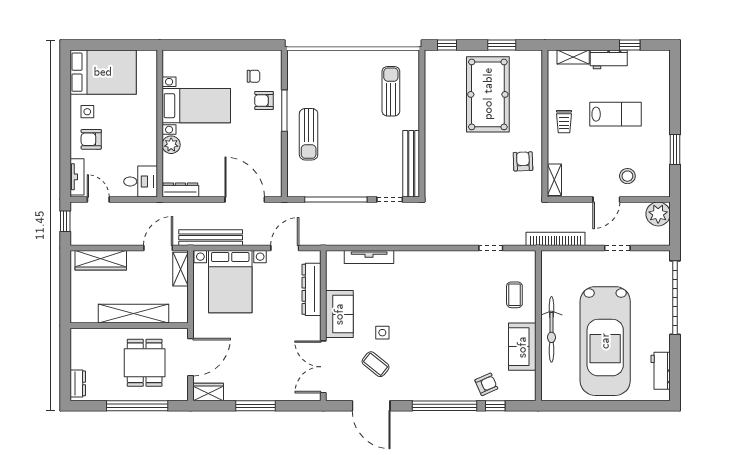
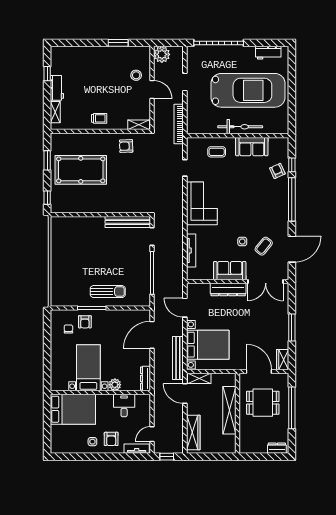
bed: (103, 72) -> (73, 409), moved, turned 90
sun lounger: (391, 91) -> (79, 236), removed
lab bench: (616, 114) -> (94, 83), removed
desk: (141, 181) -> (124, 405), moved
corner sofa: (439, 273) -> (202, 203), added
dresser: (311, 289) -> (228, 290), moved

